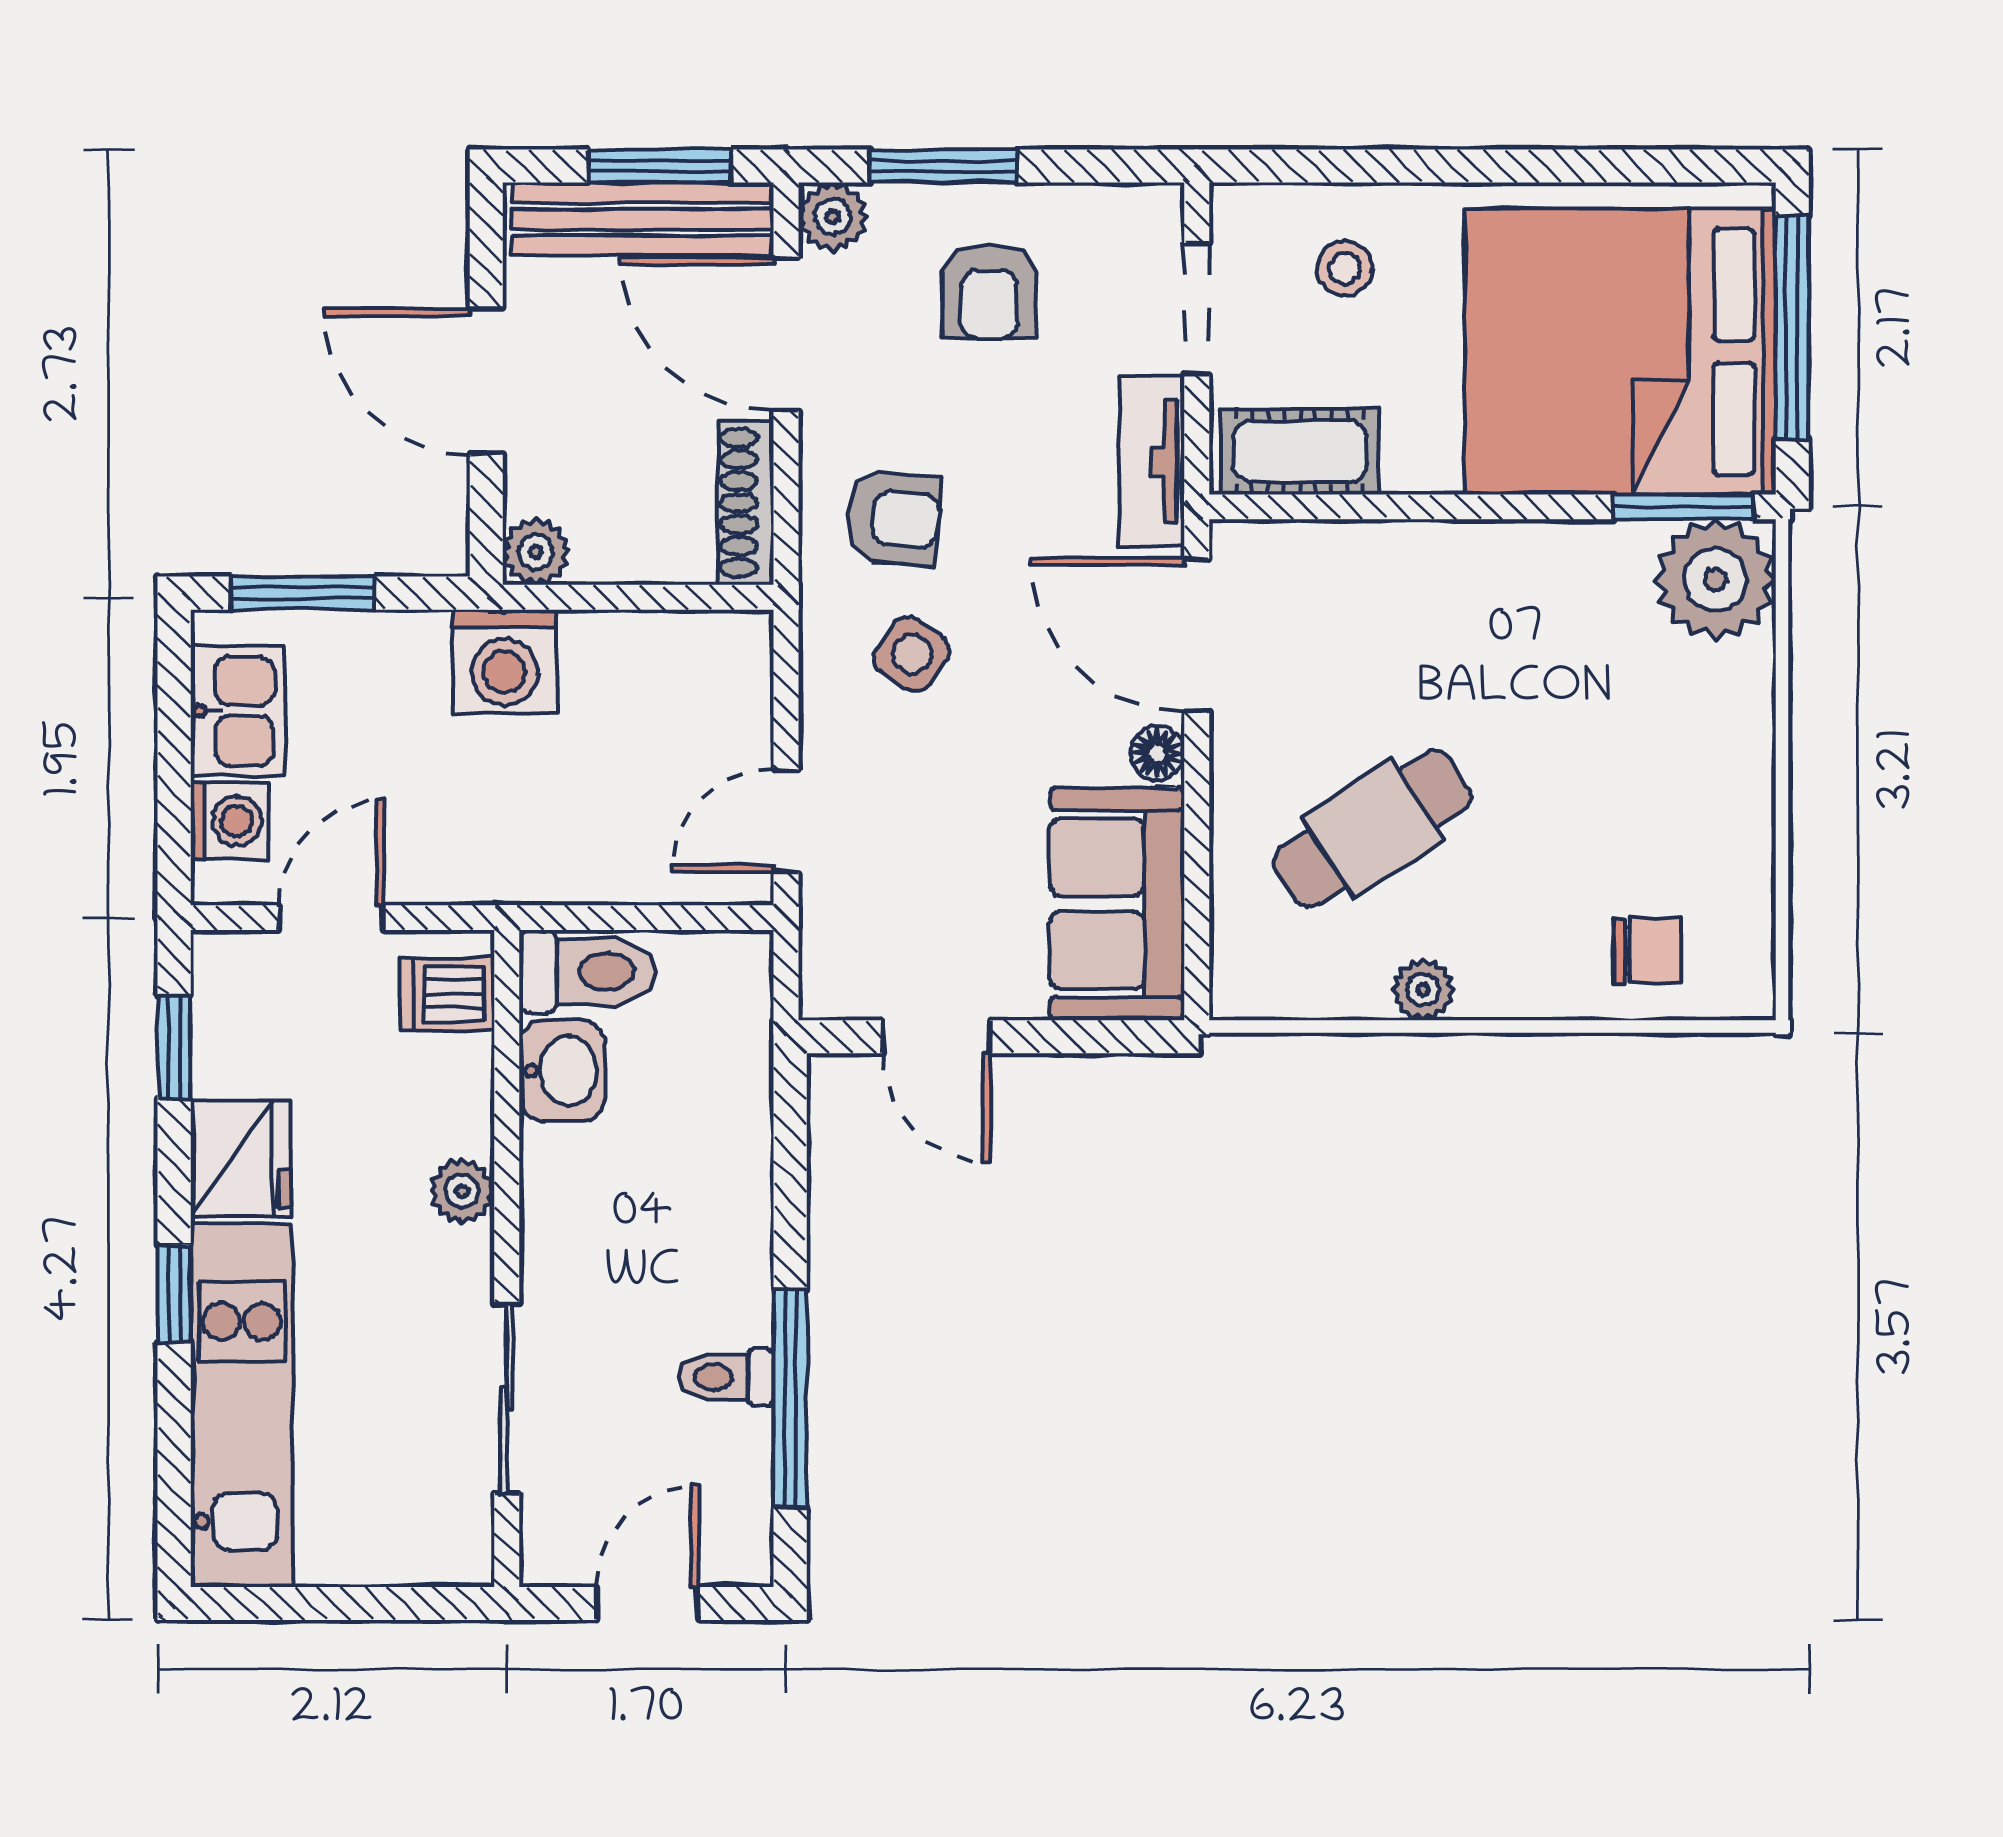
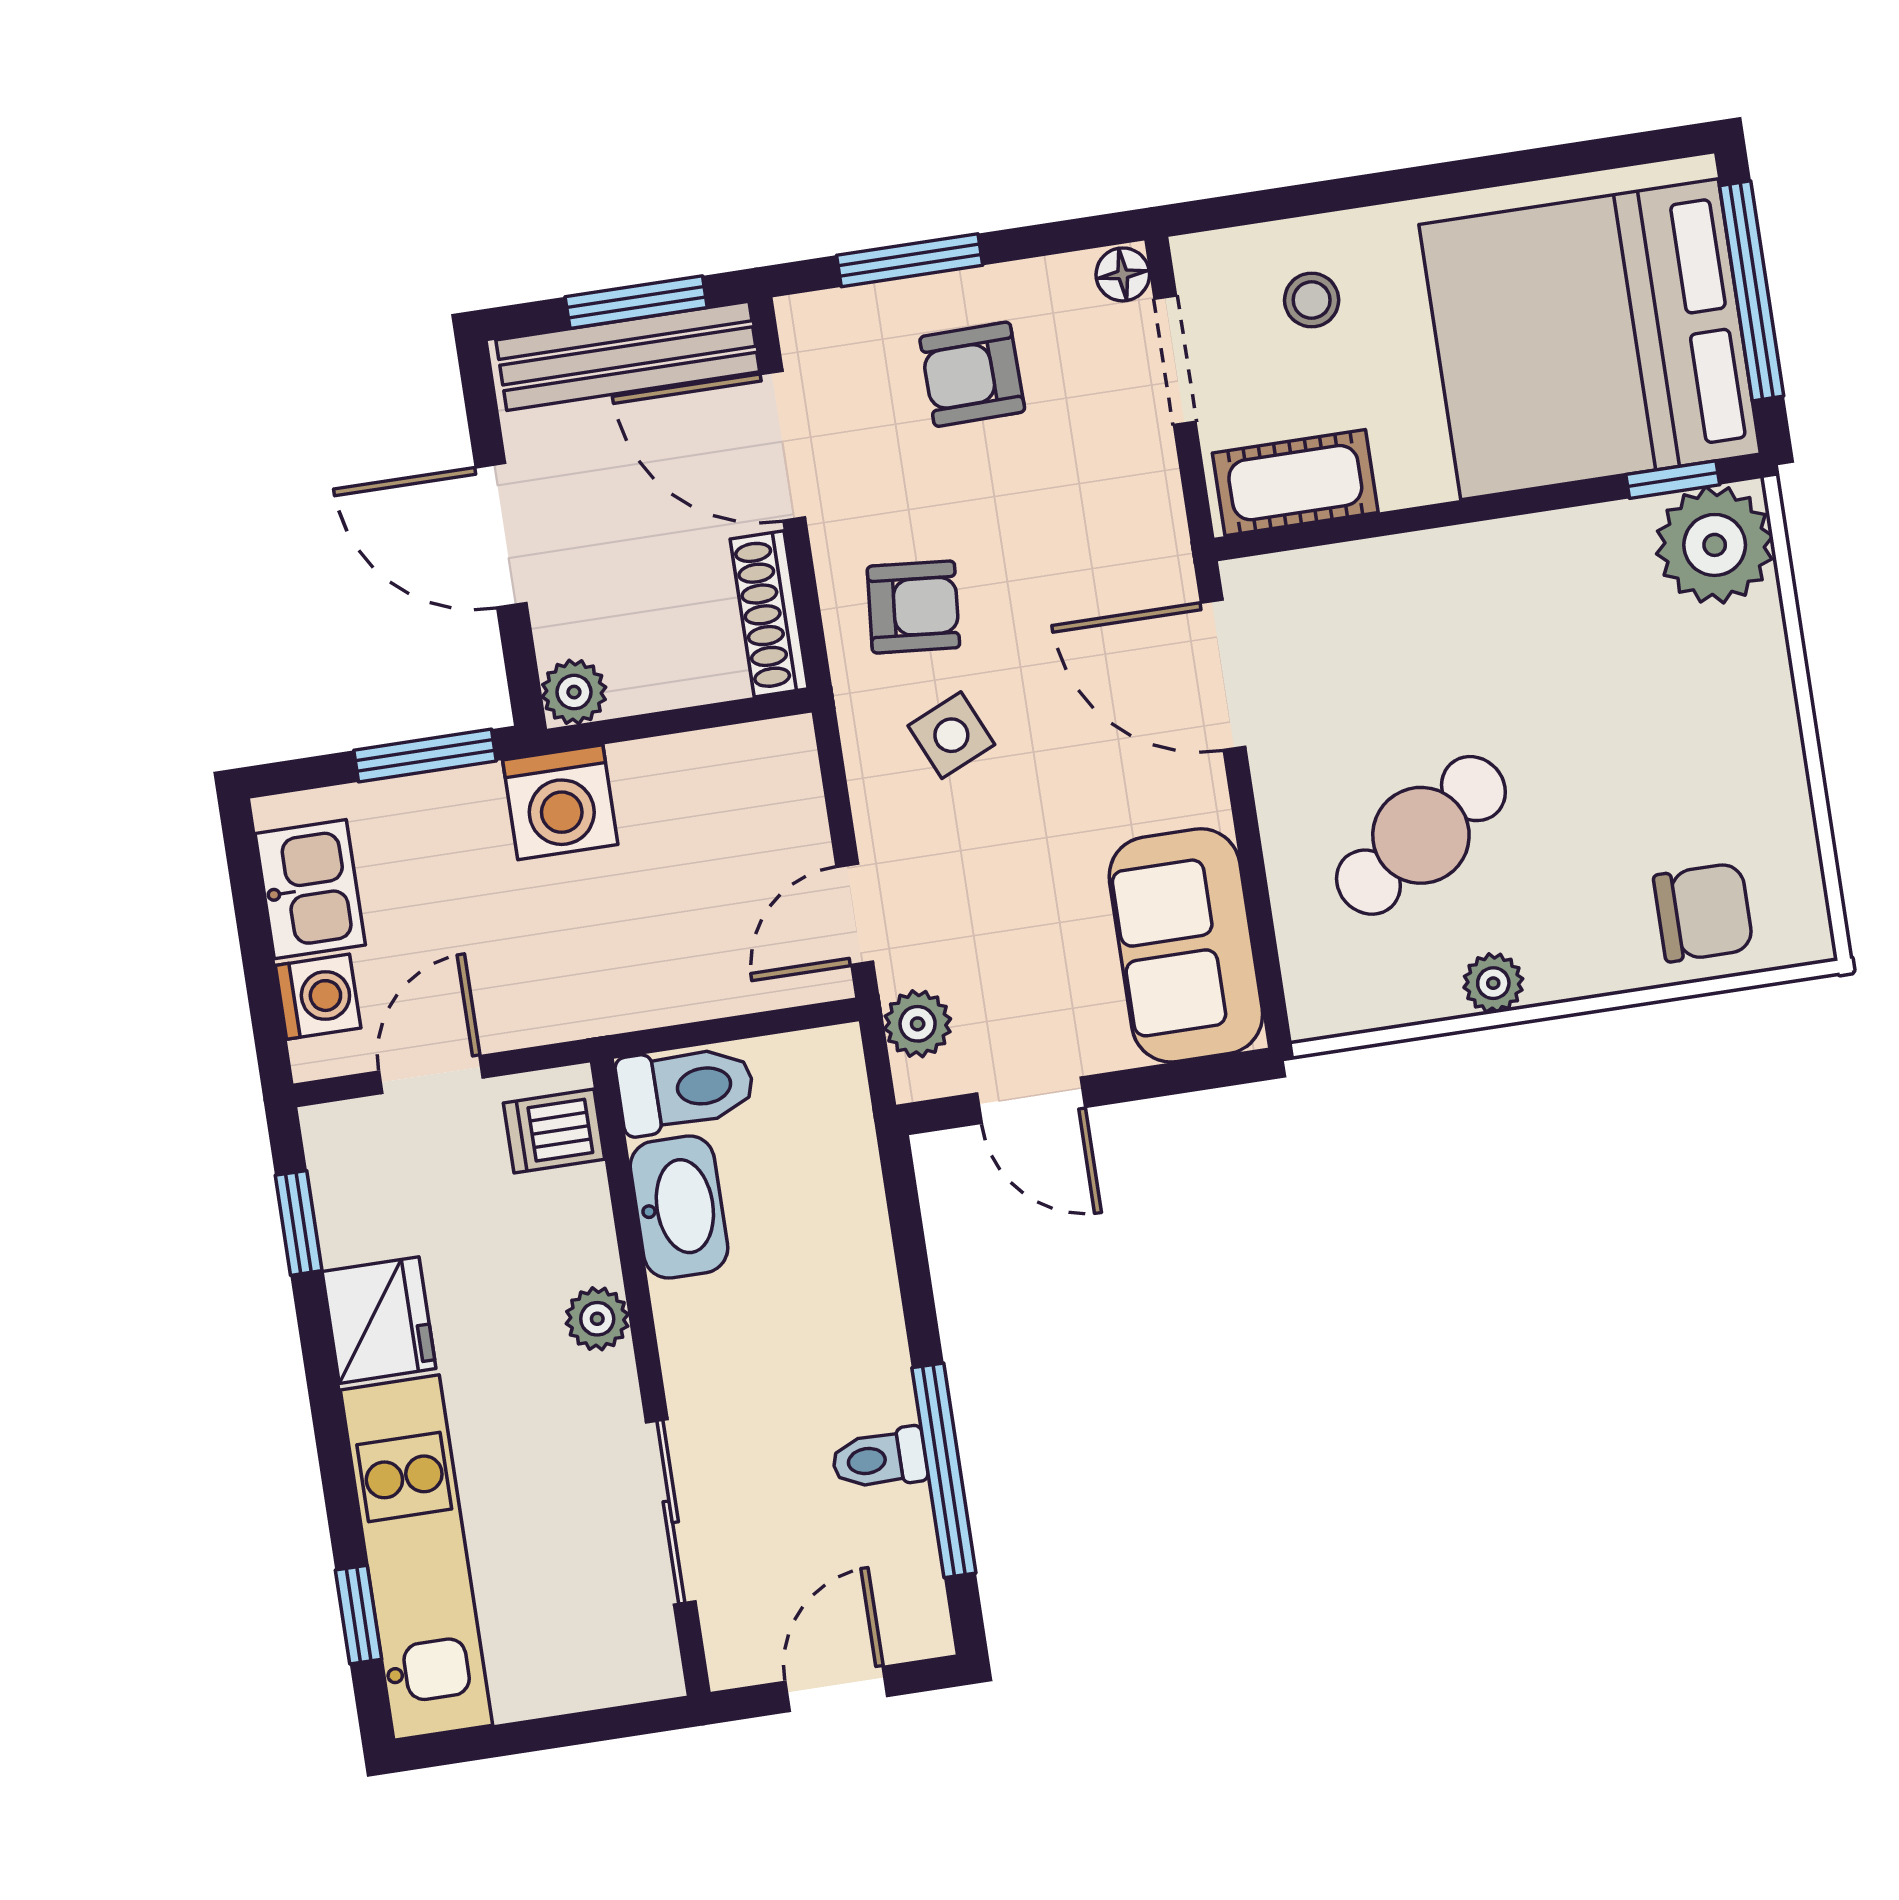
plant: (833, 217) -> (918, 1024), moved
armchair: (989, 291) -> (972, 374), turned 89
tv unit: (1152, 461) -> (1154, 514), removed
window: (1683, 507) -> (1673, 480), width x0.67
window: (303, 593) -> (425, 756), moved
side table: (912, 654) -> (951, 735), turned 31
floor lamp: (1157, 753) -> (1123, 274), moved
chair: (1647, 950) -> (1703, 912), width x1.37, depth x1.37
washbasin: (562, 1071) -> (679, 1207), width x1.38
window: (174, 1294) -> (359, 1615), moved

